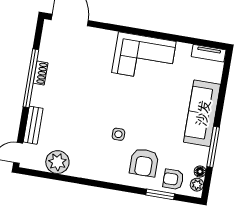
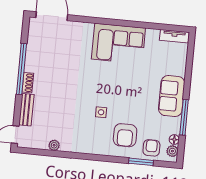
shoe rack: (41, 73) -> (28, 83), moved
sofa: (202, 113) -> (172, 96), width x0.73
plant: (57, 162) -> (54, 145), width x0.53, depth x0.53
armchair: (173, 179) -> (151, 148), turned 90

